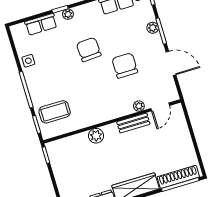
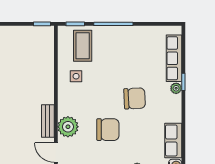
row of seats: (41, 24) -> (174, 58), width x1.48
side table: (28, 61) -> (76, 76), moved
plant: (139, 106) -> (68, 127), width x1.88, depth x1.88
plant: (96, 136) -> (46, 80), removed

